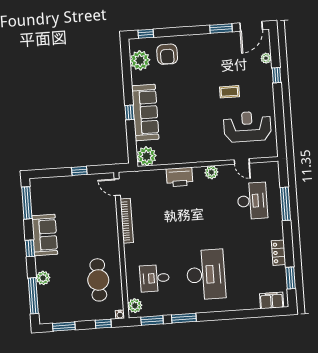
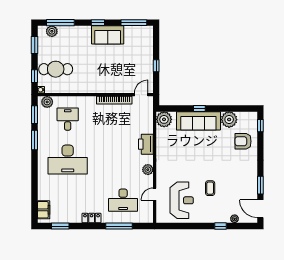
plant: (140, 60) -> (229, 120), moved
locker: (279, 253) -> (92, 218), moved
plant: (43, 278) -> (52, 31), moved
cafe table: (98, 280) -> (56, 69), moved

